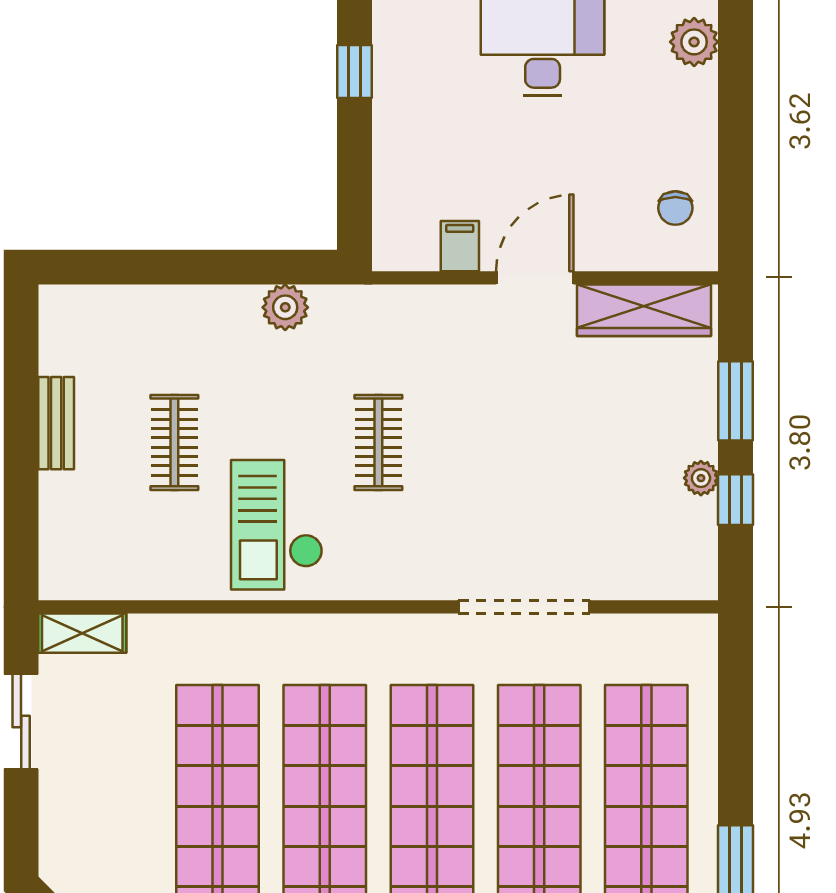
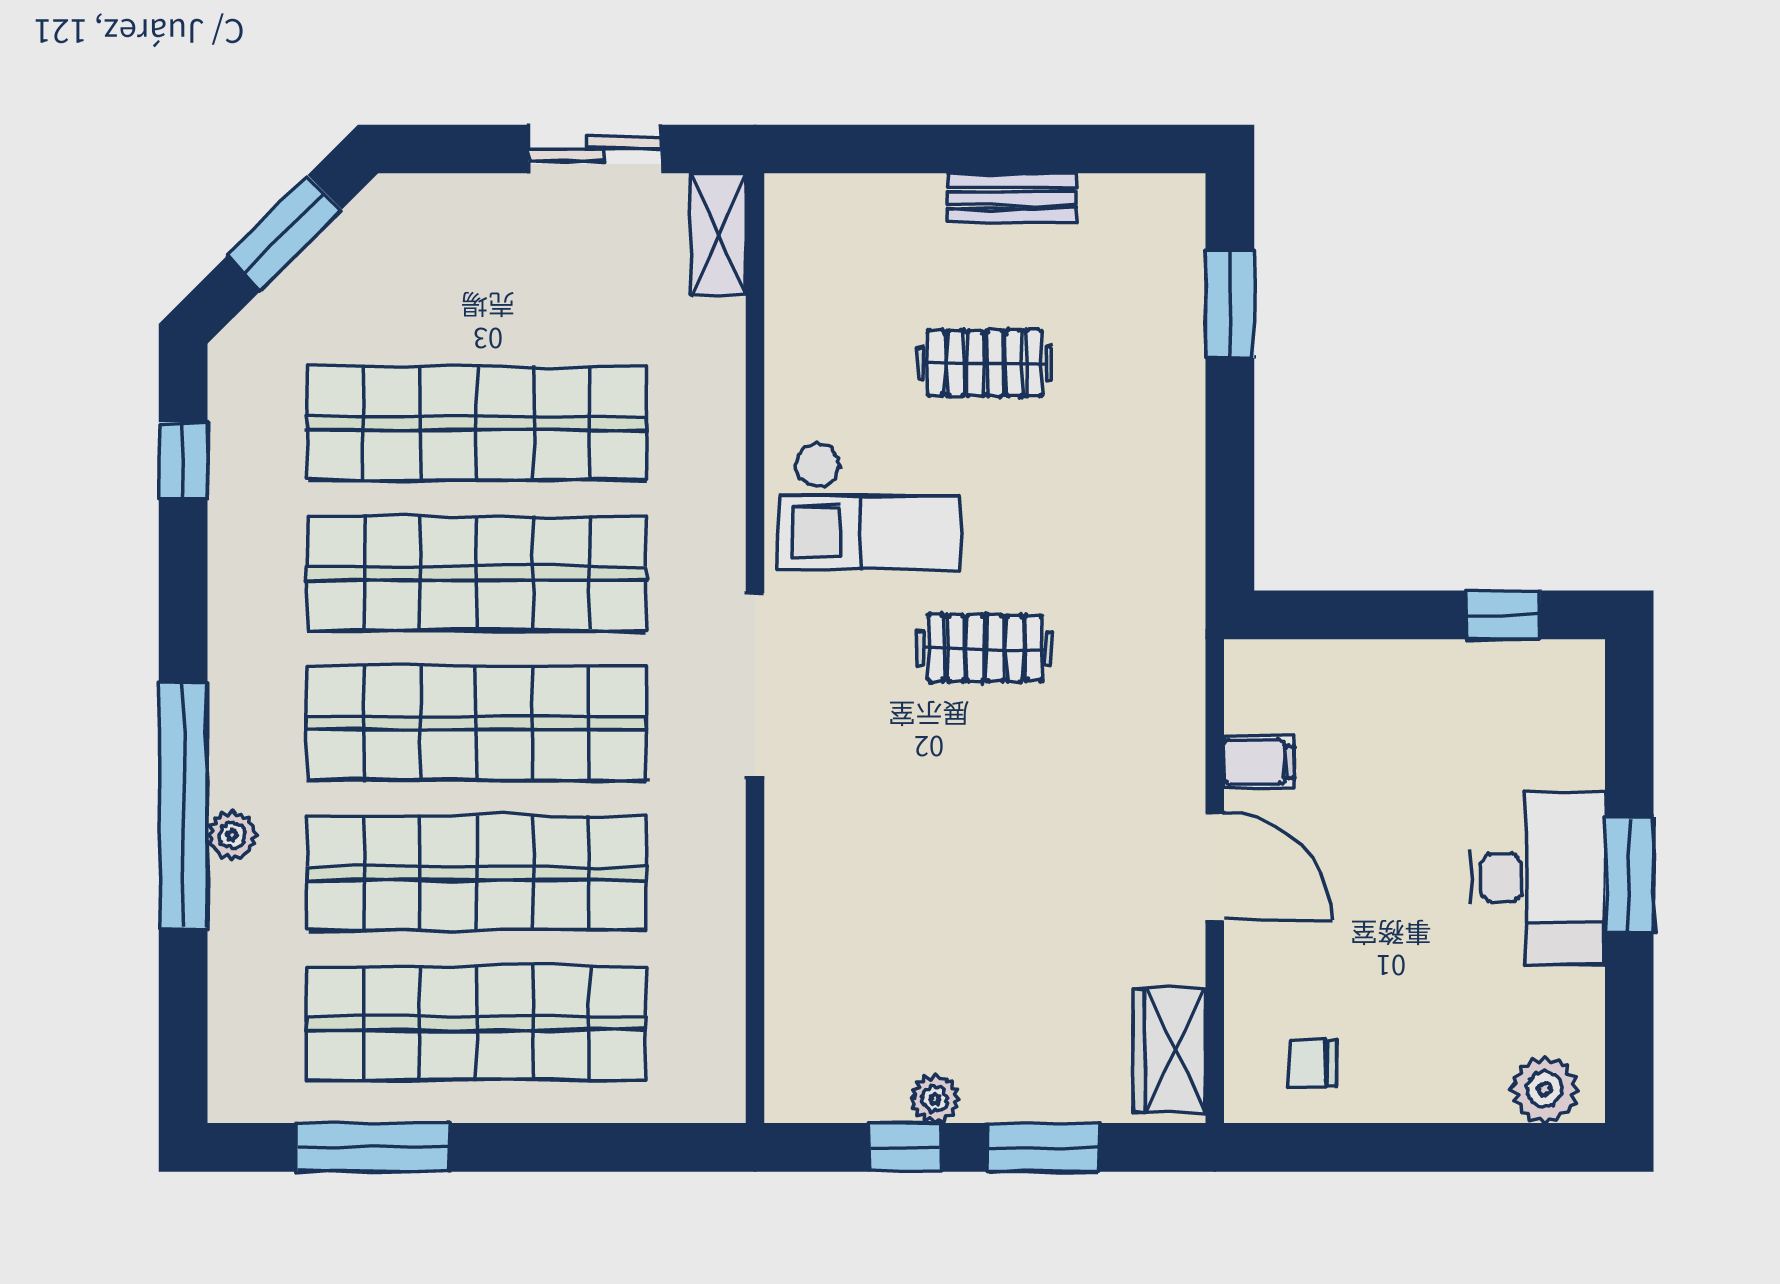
window: (132, 267) -> (1230, 304), added
plant: (285, 307) -> (1174, 518), removed
wardrobe: (644, 310) -> (1170, 1051), width x0.67
checkout: (277, 525) -> (870, 506), turned 180
doorway: (524, 607) -> (755, 685), moved

